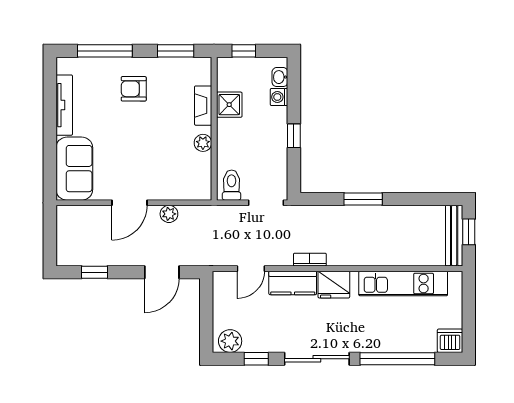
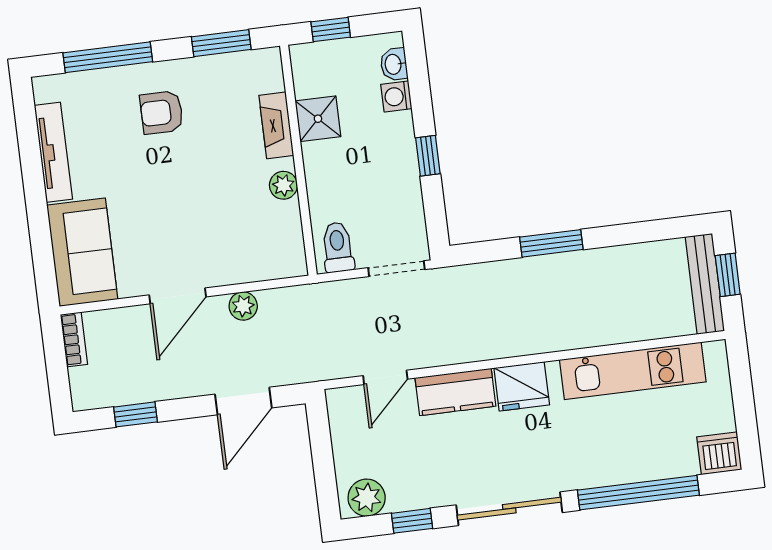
bookcase: (310, 260) -> (74, 339), moved, turned 90

